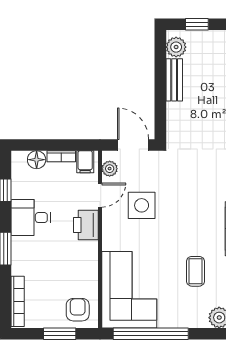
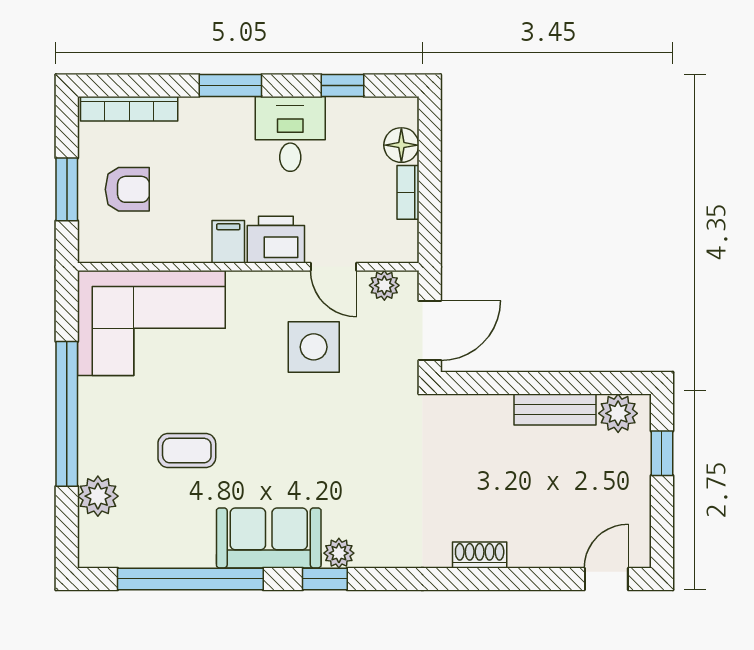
filing cabinet: (85, 162) -> (228, 242), moved, turned 90
armchair: (78, 310) -> (127, 189), moved
window: (151, 334) -> (67, 414), moved

